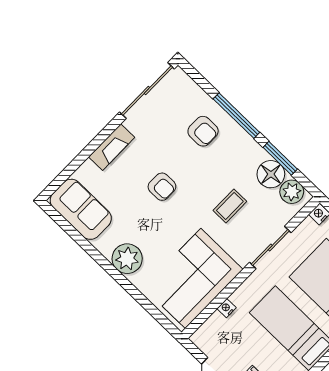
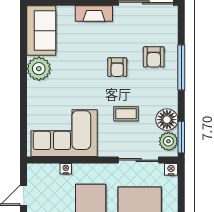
window: (280, 158) -> (181, 137), moved
armchair: (162, 187) -> (117, 67), moved
sliding door: (270, 247) -> (139, 160), moved
plant: (127, 259) -> (39, 69), moved

